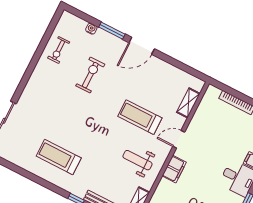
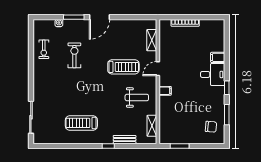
treadmill: (140, 117) -> (123, 67), turned 180
weight bench: (137, 160) -> (137, 97), turned 180
filing cabinet: (174, 169) -> (165, 91), width x0.50

